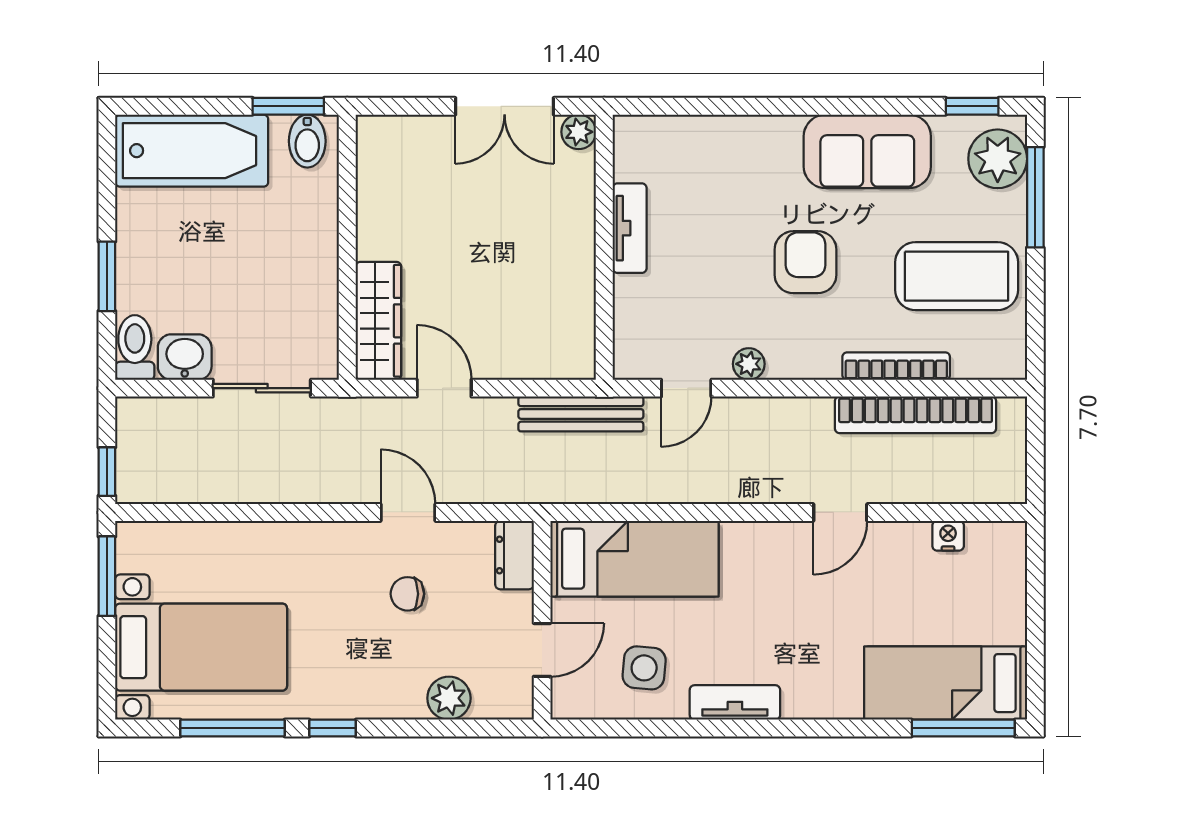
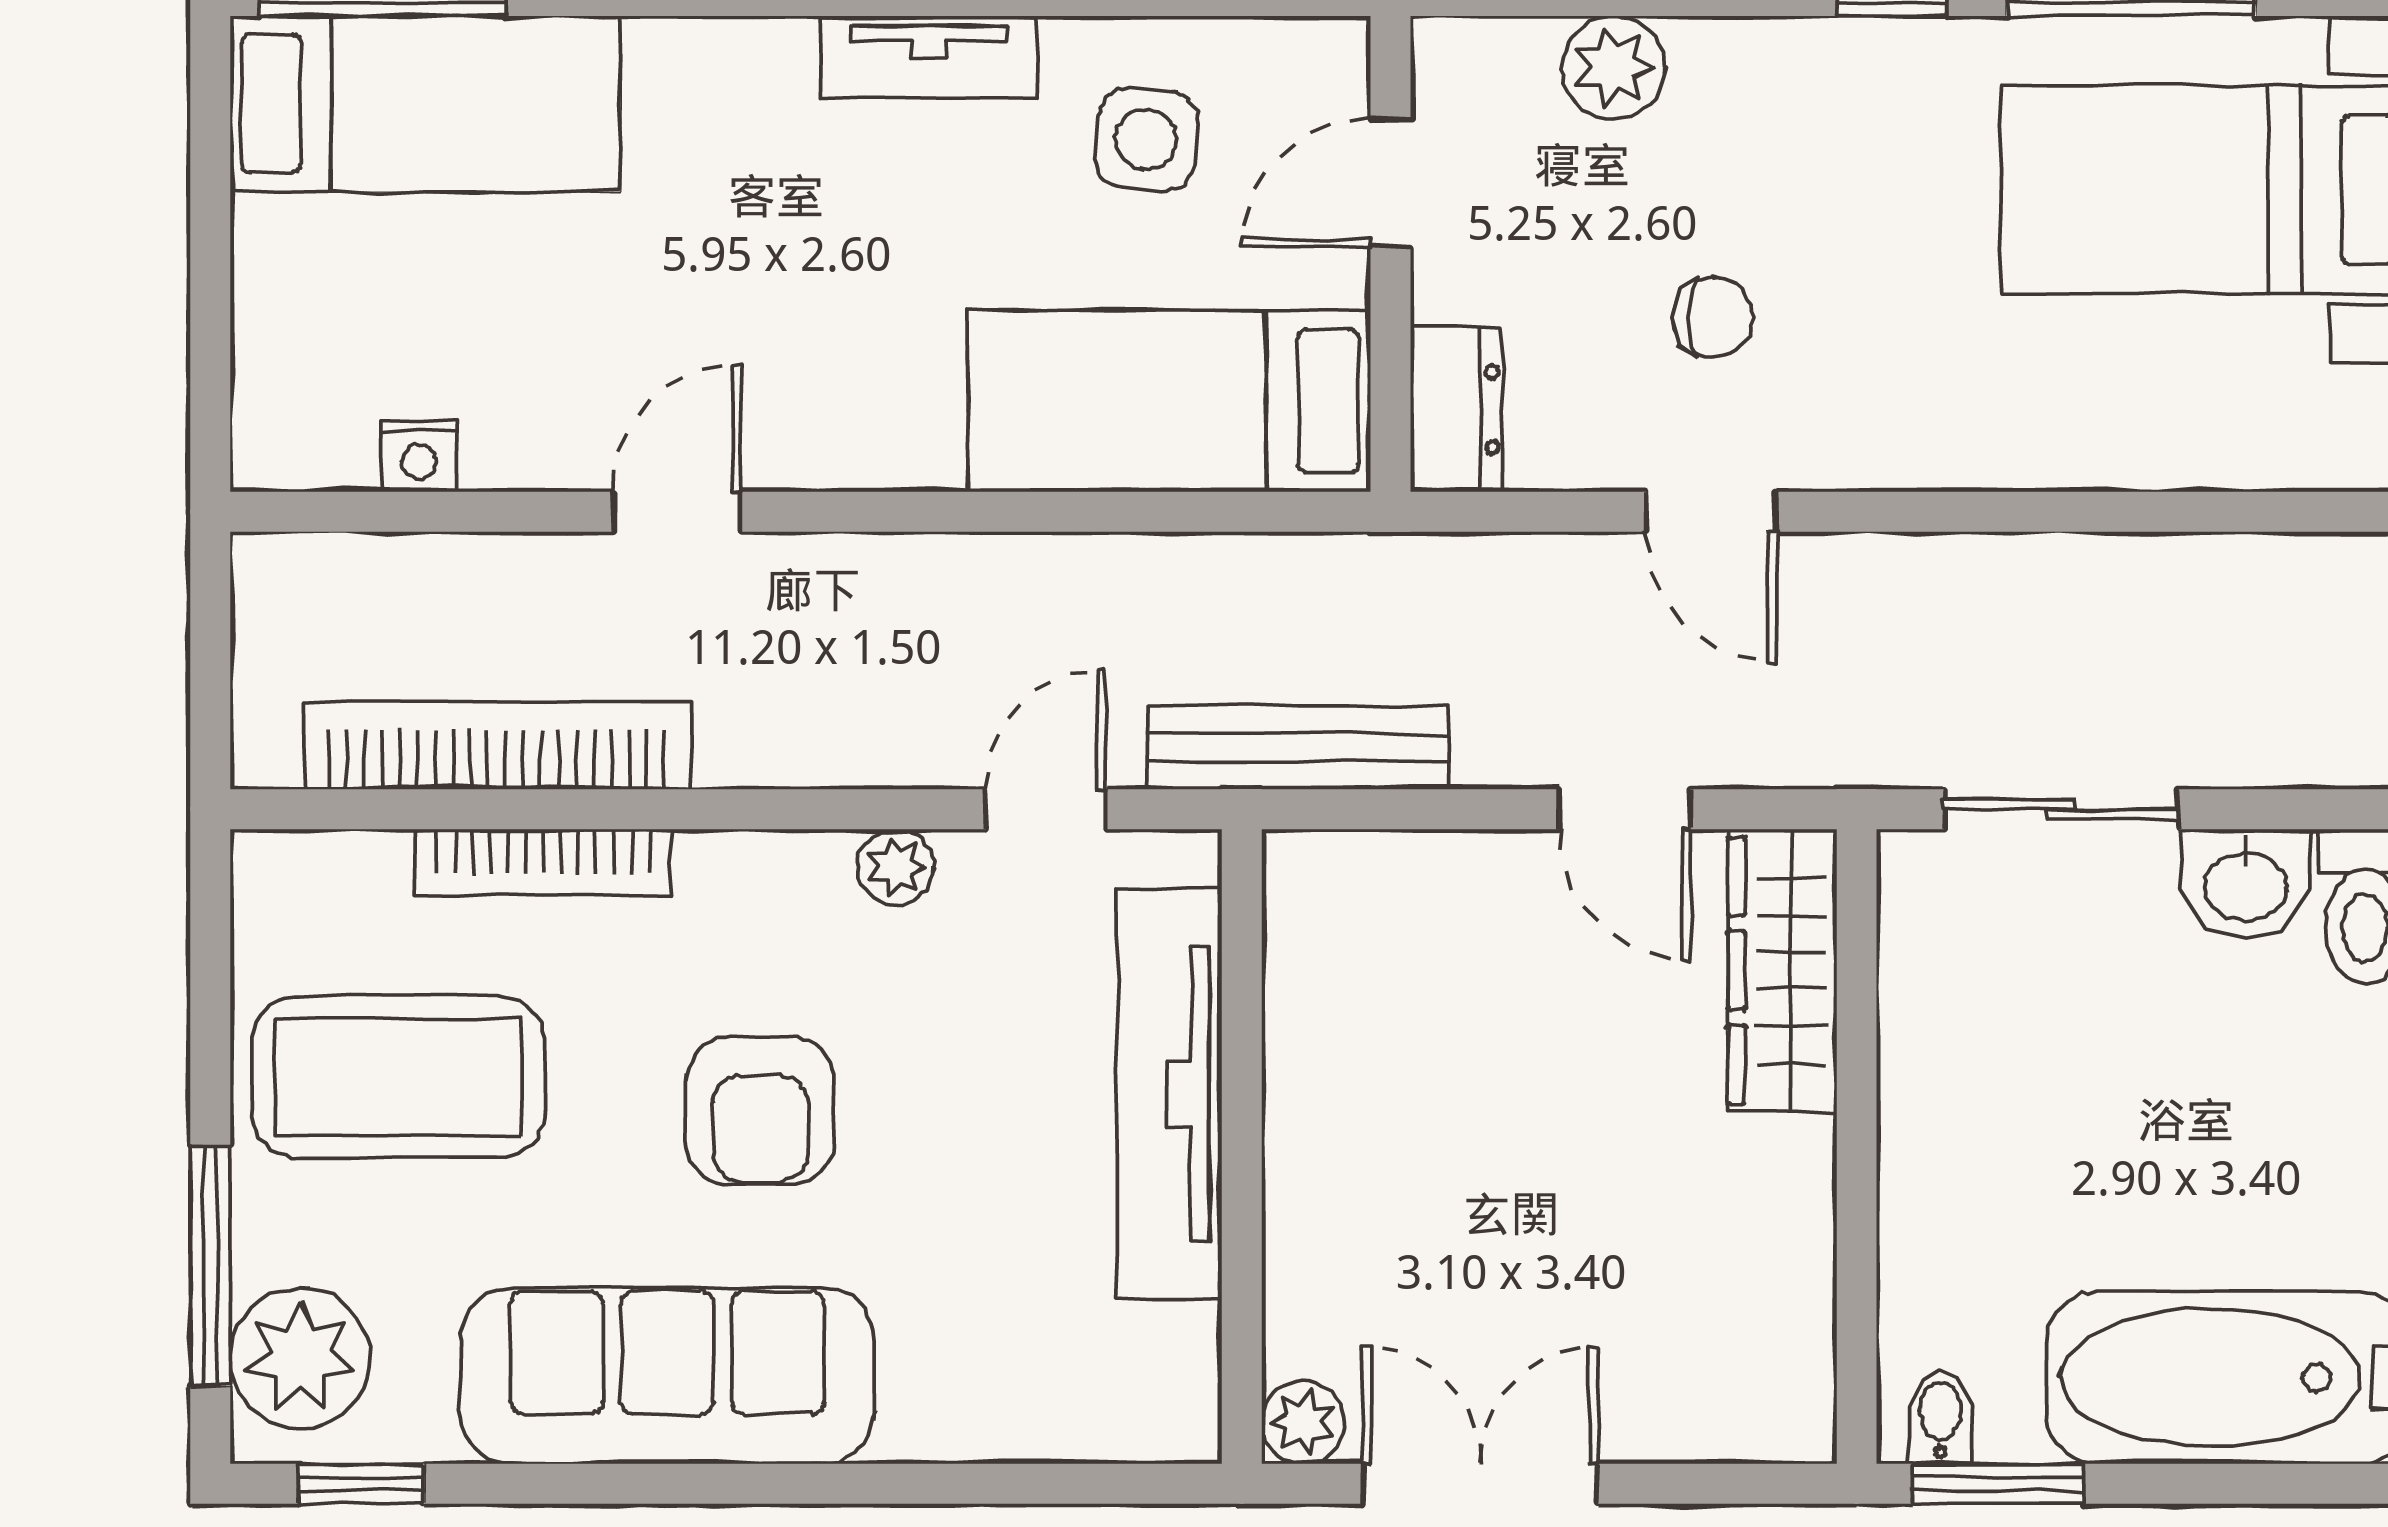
bidet: (307, 141) -> (1940, 1417), width x0.72, depth x0.74
sofa: (867, 151) -> (667, 1376), width x1.36
tv unit: (630, 228) -> (1169, 1094), width x1.92, depth x1.29

